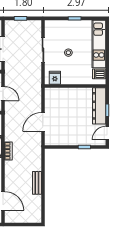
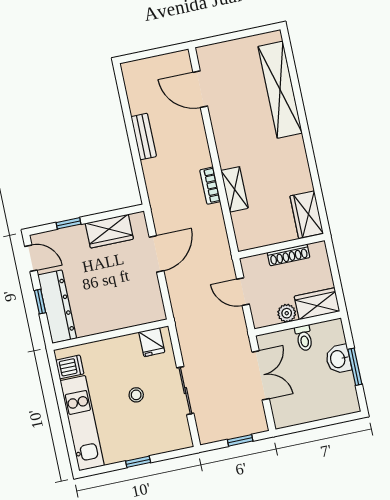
door: (107, 133) -> (31, 258), hinge flipped
wardrobe: (64, 139) -> (109, 231), added

